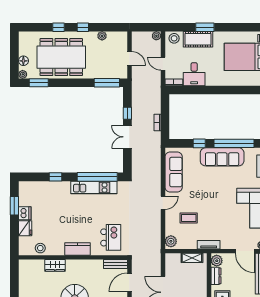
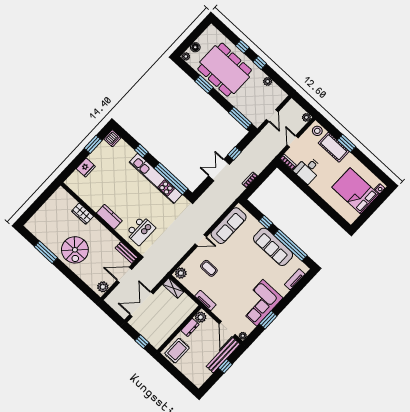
window: (39, 83) -> (204, 84), moved
kitchen unit: (94, 188) -> (156, 178), width x1.36
dishwasher: (25, 213) -> (112, 138), moved
stool: (40, 248) -> (83, 192), removed
shelving: (192, 258) -> (173, 288), moved

